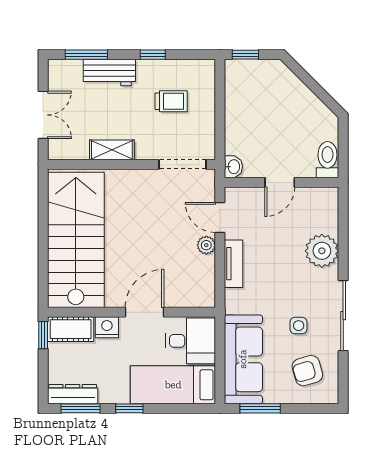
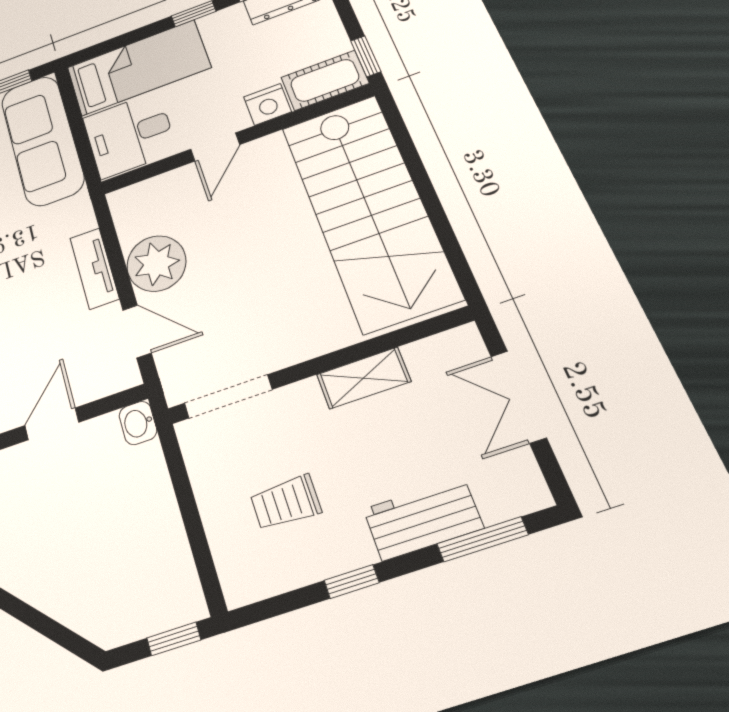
plant: (206, 245) -> (156, 263), width x1.88, depth x1.88
door: (145, 312) -> (215, 147), width x0.73

